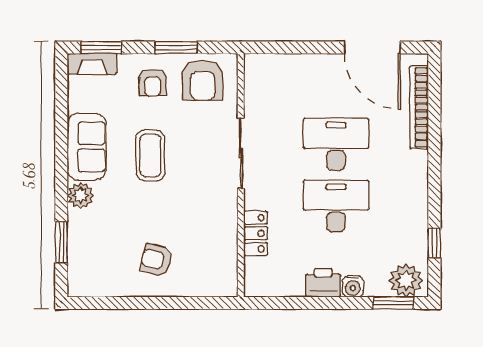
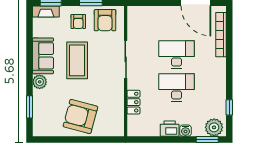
coffee table: (150, 155) -> (77, 60), width x1.36, depth x1.32
armchair: (157, 260) -> (80, 117), width x1.88, depth x1.88

